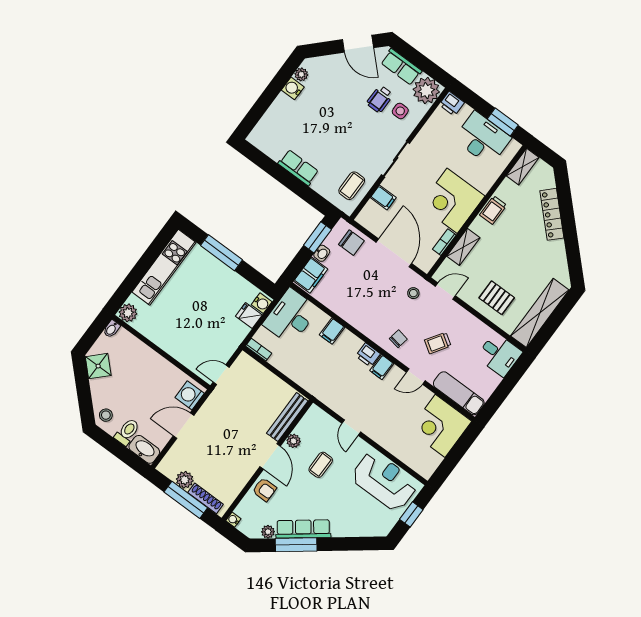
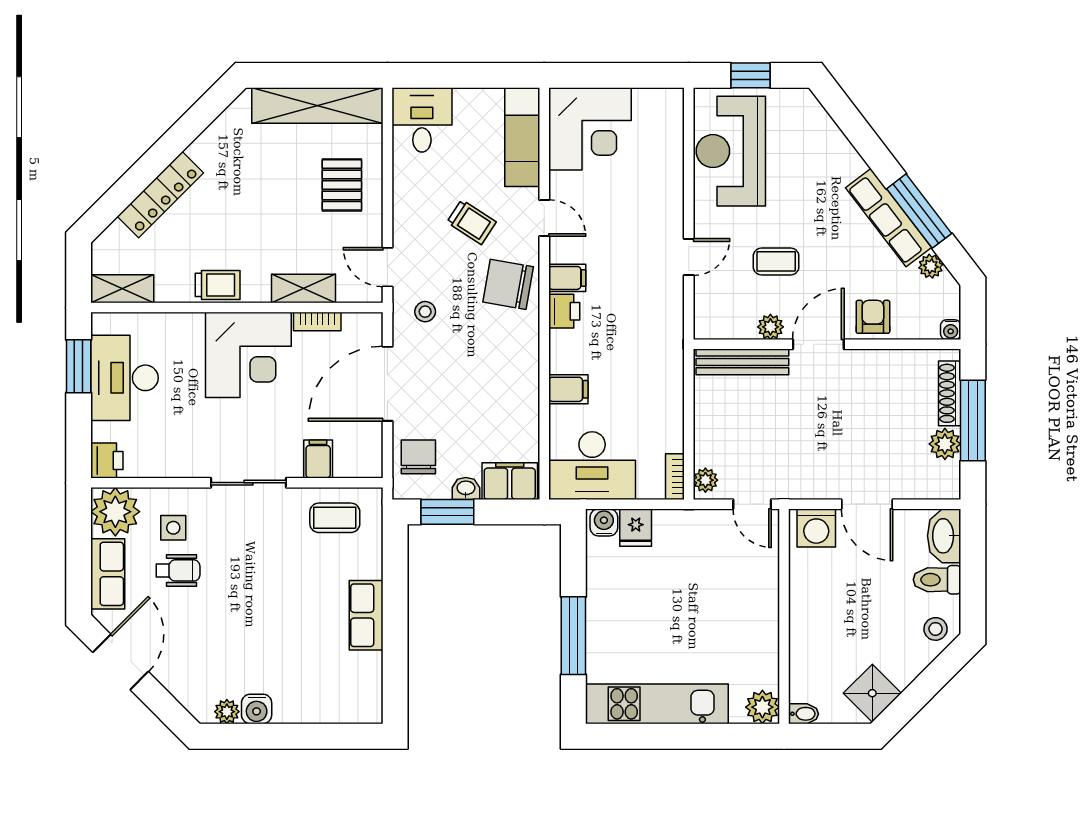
chair: (398, 339) -> (508, 284), width x1.87, depth x1.87
plant: (247, 362) -> (705, 480), added

